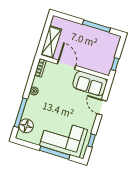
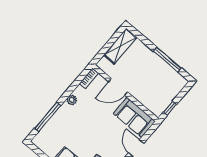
shelving: (51, 42) -> (120, 46), moved
door: (67, 65) -> (118, 87), swing flipped
floor lamp: (26, 126) -> (47, 133), removed

